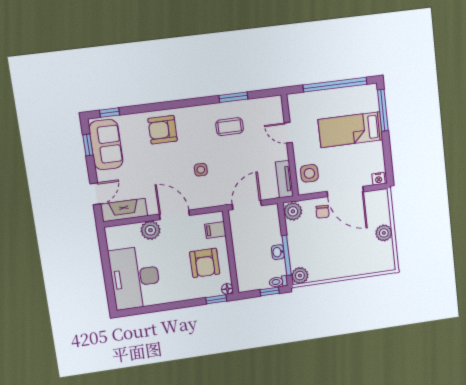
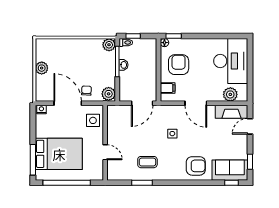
bed: (350, 130) -> (59, 154), width x1.50
sofa: (106, 145) -> (230, 170), moved, turned 90
tv unit: (284, 179) -> (112, 119), removed
plant: (150, 230) -> (230, 94), moved

